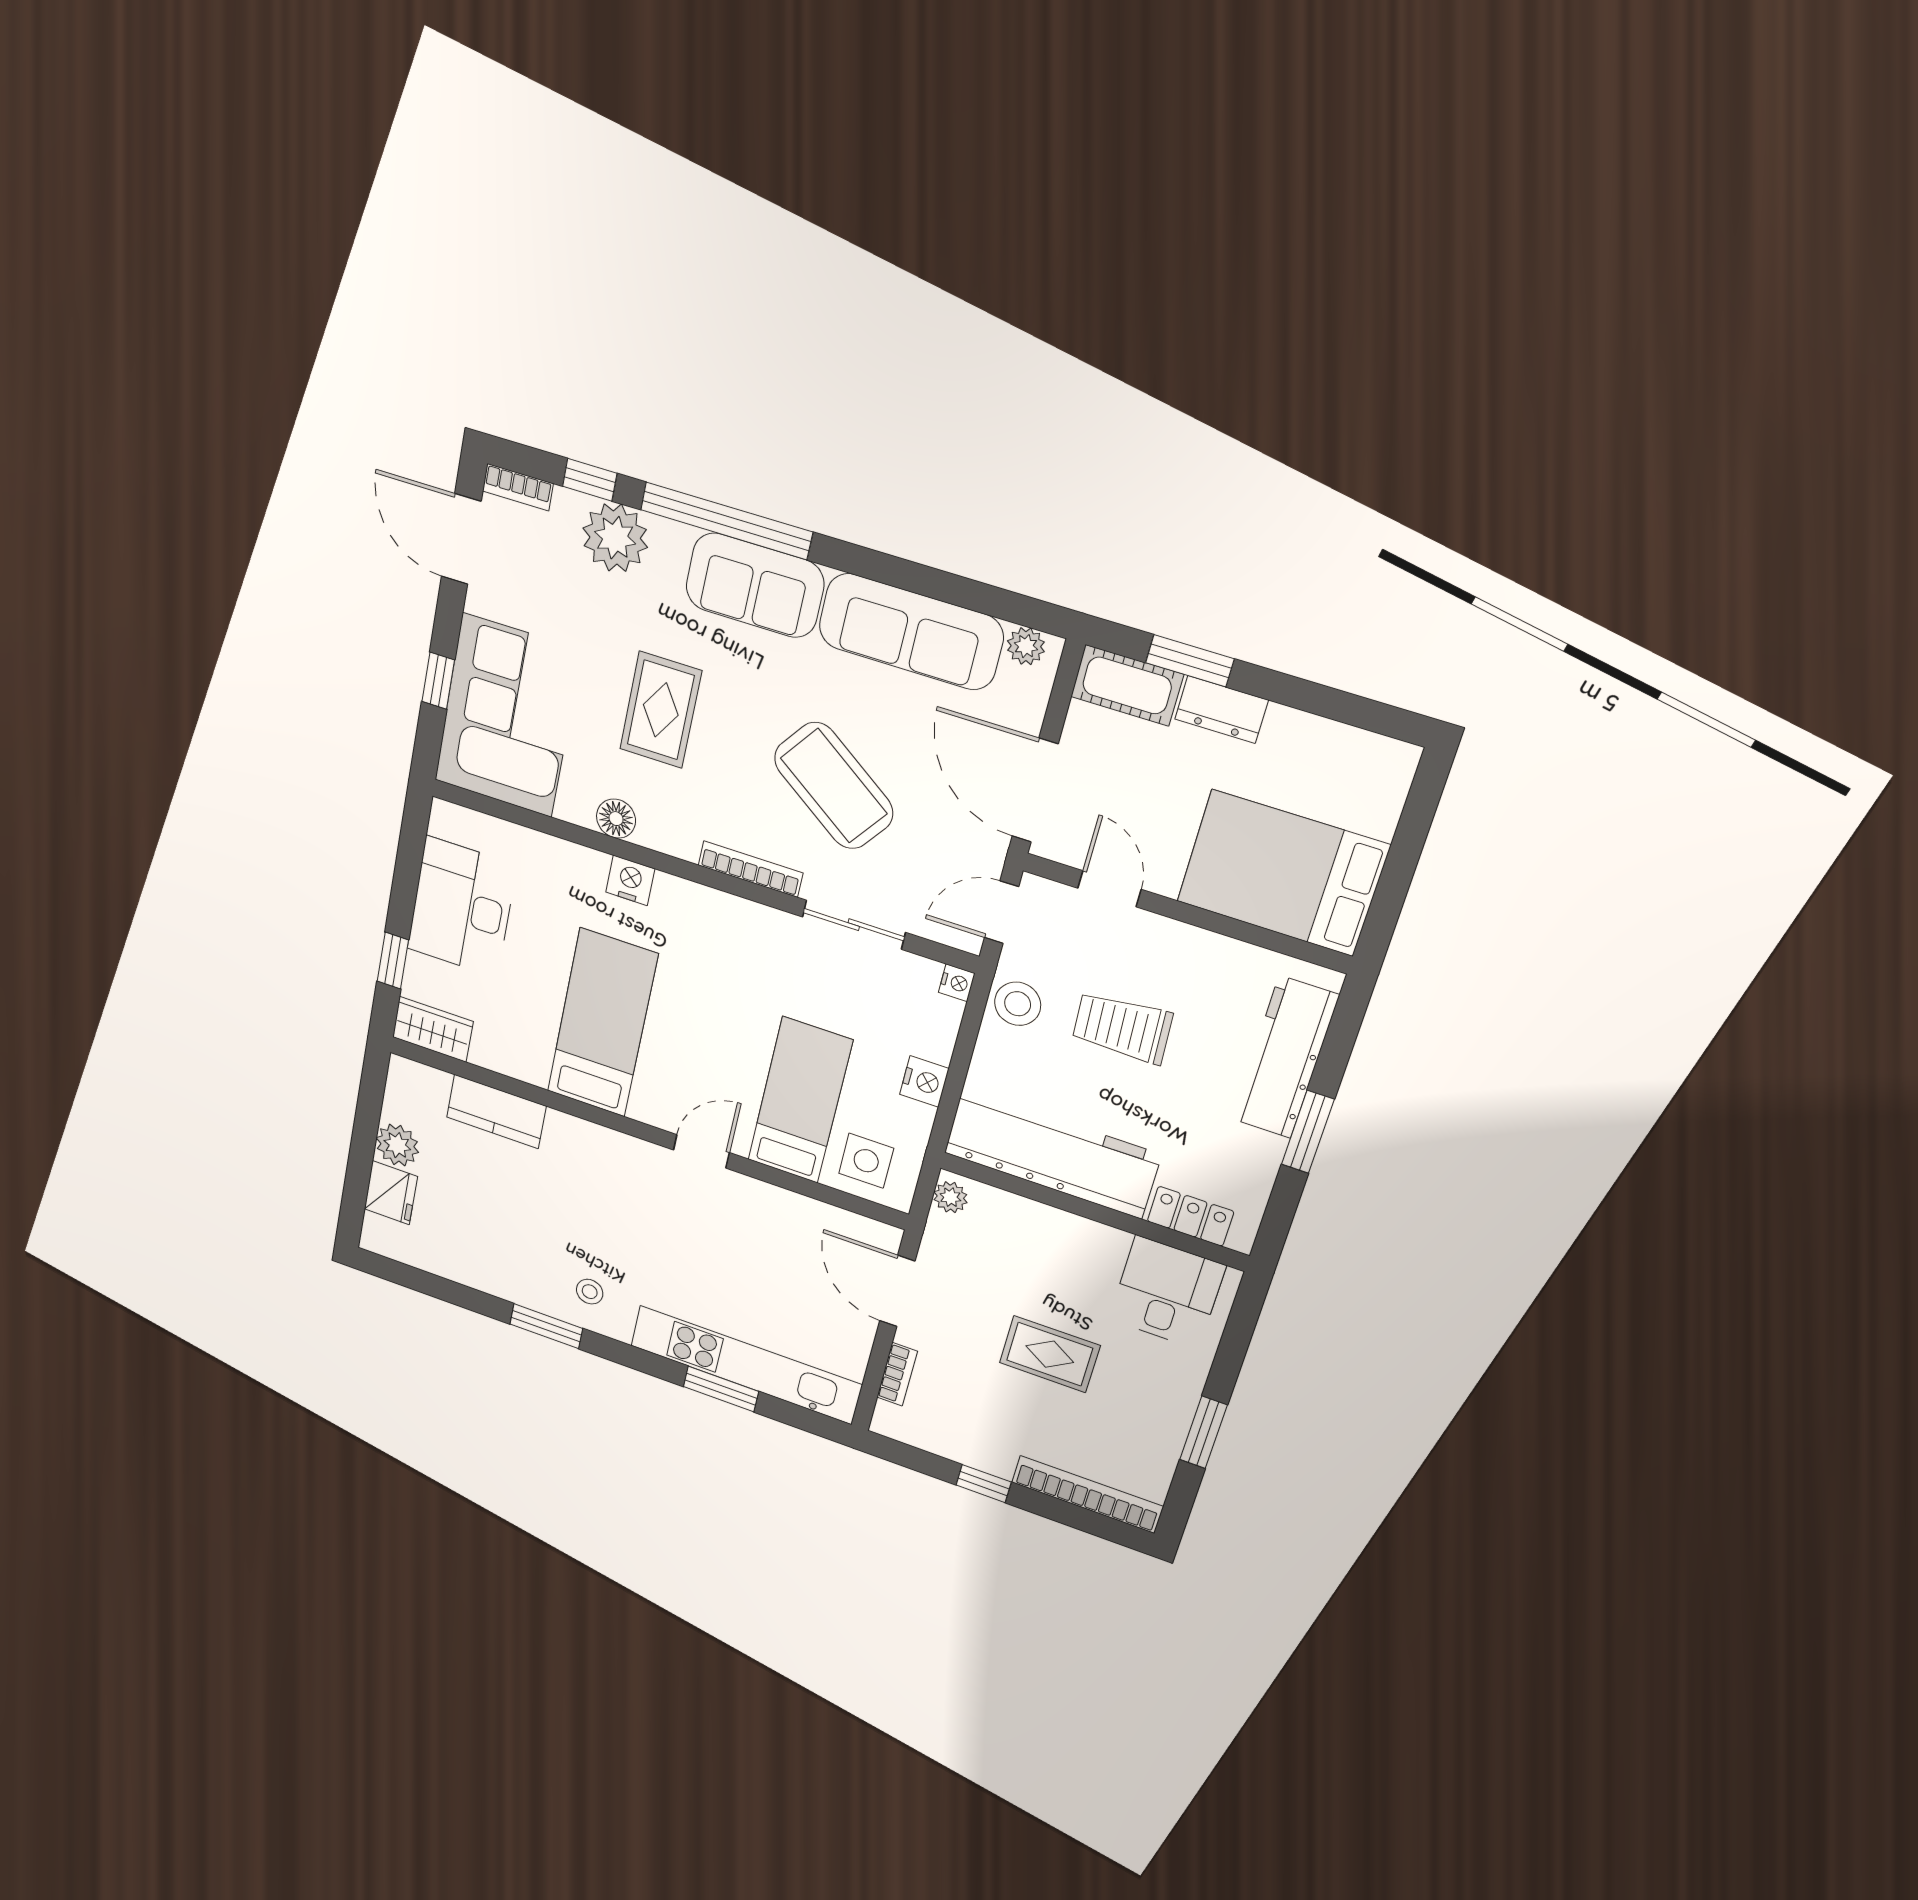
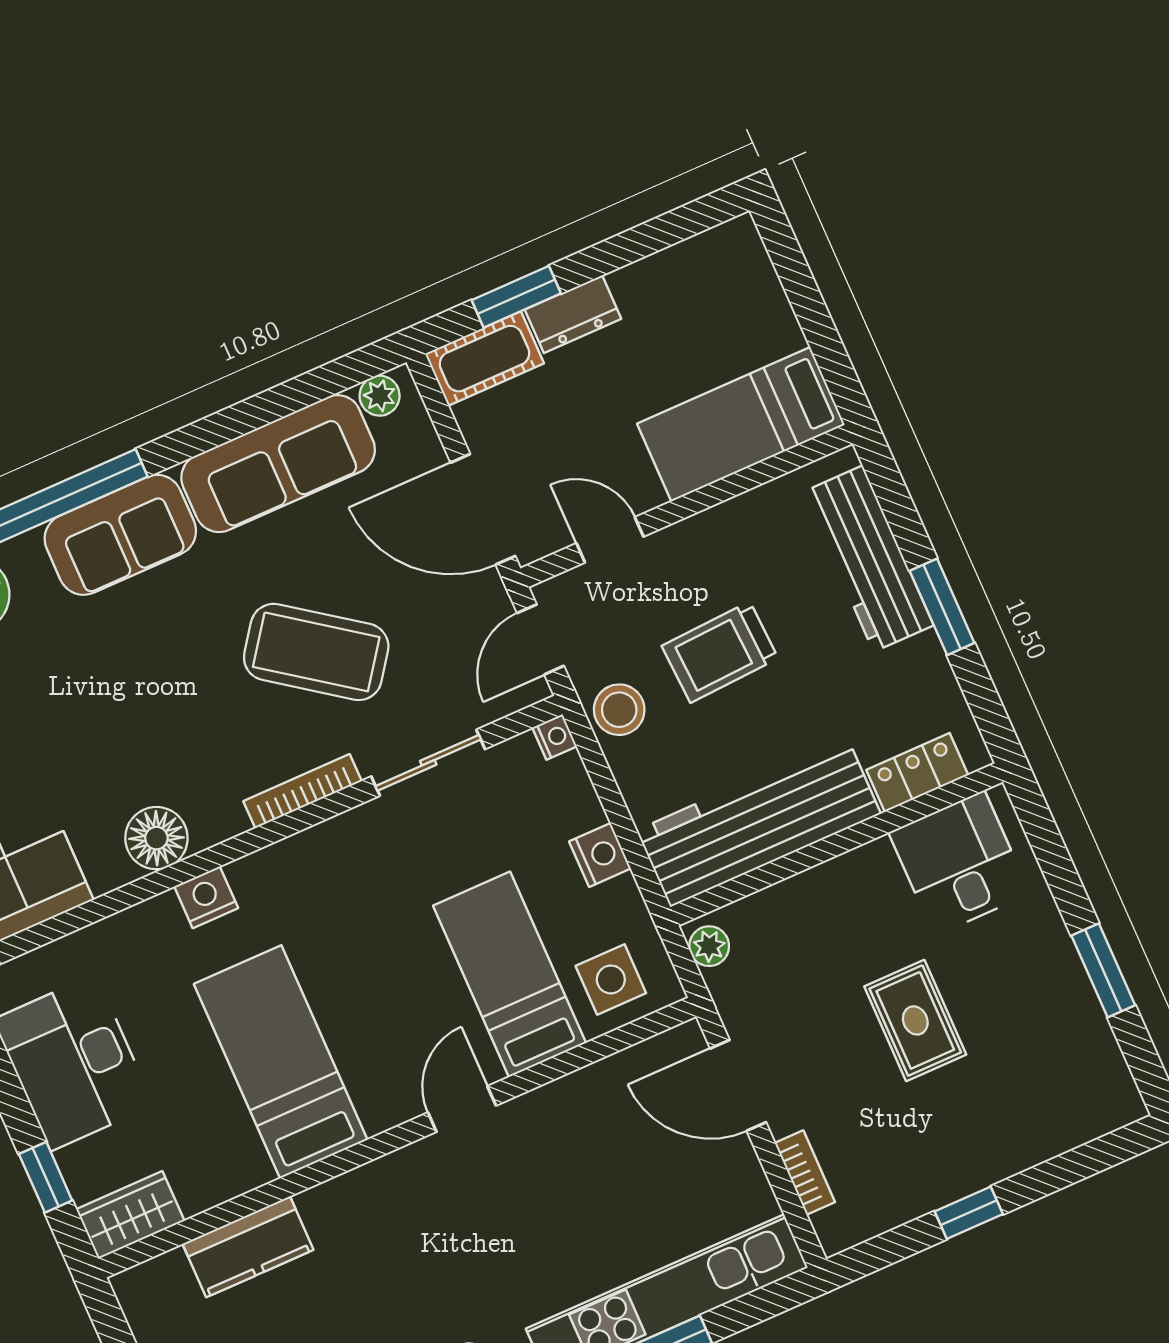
rug: (661, 710) -> (120, 714), removed
floor lamp: (616, 819) -> (156, 838), width x1.38, depth x1.38
bed: (1283, 873) -> (741, 424), width x0.67
rug: (1050, 1354) -> (915, 1020), turned 90
bookcase: (1087, 1494) -> (1063, 1133), removed

